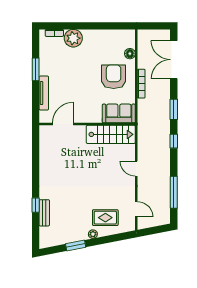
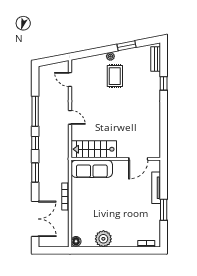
plant: (73, 38) -> (103, 239), moved
floor lamp: (130, 54) -> (76, 241), moved
armchair: (114, 77) -> (91, 203), removed
sofa: (119, 113) -> (92, 169), width x1.36
window: (174, 192) -> (35, 111), moved
bench: (44, 213) -> (156, 59), moved
rug: (105, 218) -> (115, 76), moved, turned 90

